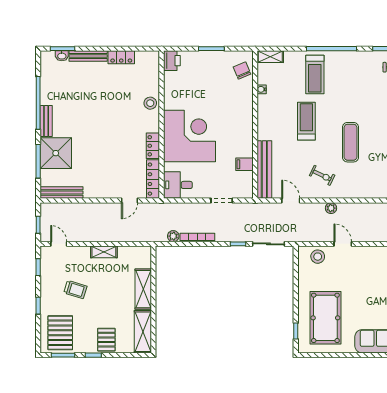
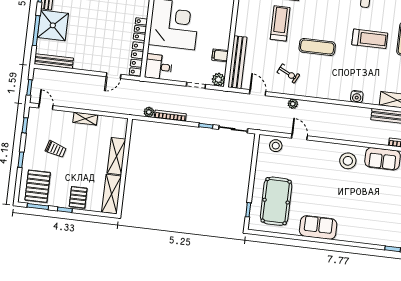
exercise mat: (351, 142) -> (317, 47), turned 90
plant: (246, 191) -> (218, 80), added

